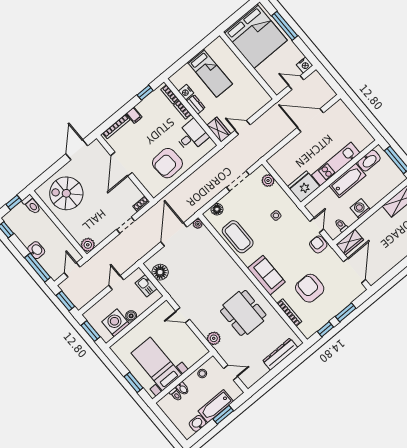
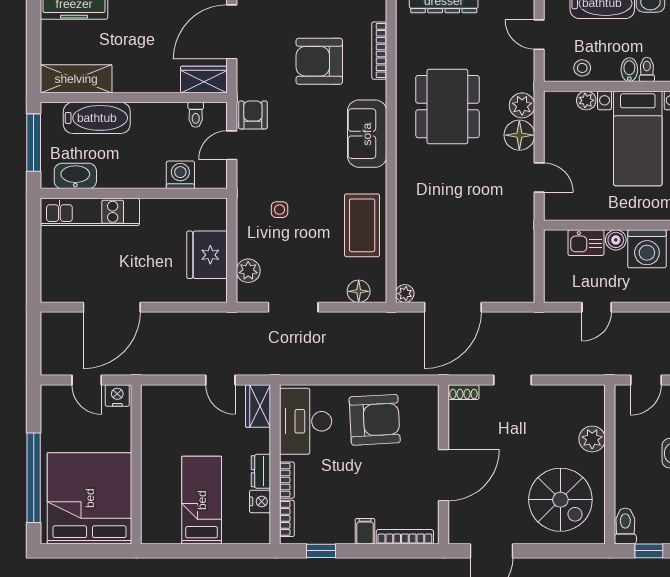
window: (285, 26) -> (34, 478), width x1.46
nightstand: (305, 65) -> (117, 396), moved
door: (310, 120) -> (112, 307), hinge flipped
desk: (192, 136) -> (306, 421), width x1.37
kitchen unit: (336, 164) -> (90, 212), moved
bathtub: (347, 180) -> (97, 118), moved, turned 180
fridge: (304, 187) -> (207, 255), moved, turned 90
washing machine: (360, 209) -> (180, 175), moved, turned 180
armchair: (318, 244) -> (253, 115), turned 180
plant: (88, 245) -> (592, 439), moved
floor lamp: (160, 272) -> (519, 135), moved
kitchen sink: (146, 286) -> (586, 243), moved, turned 90
armchair: (310, 288) -> (319, 61), turned 90
plant: (190, 362) -> (586, 100), added

